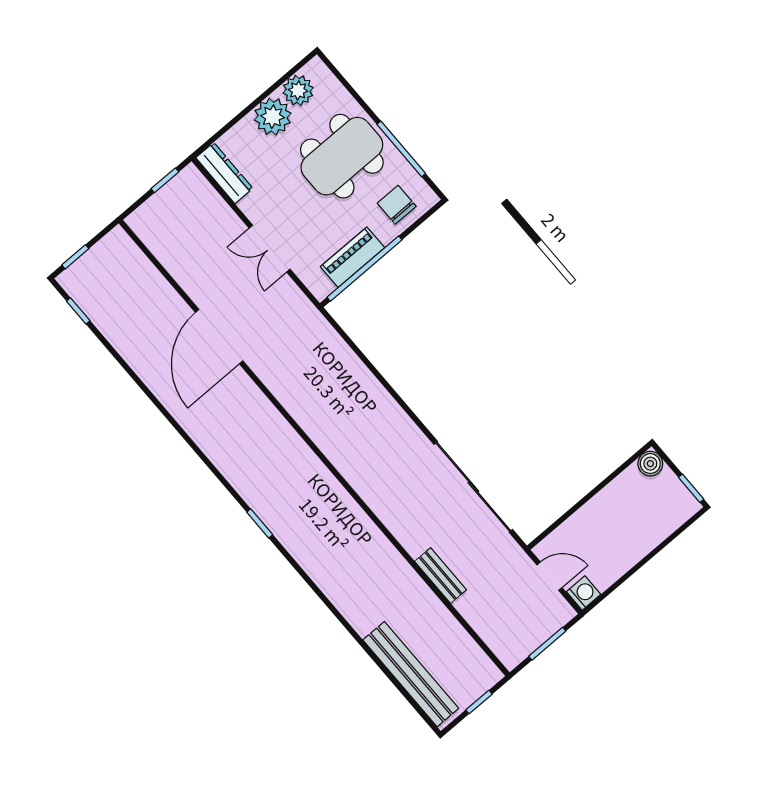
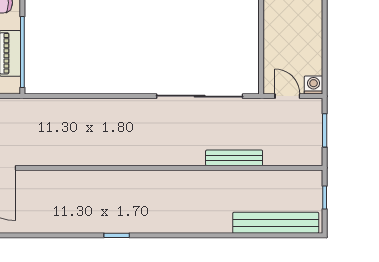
bench: (441, 576) -> (234, 158), width x1.36
door: (550, 576) -> (287, 96), hinge flipped

